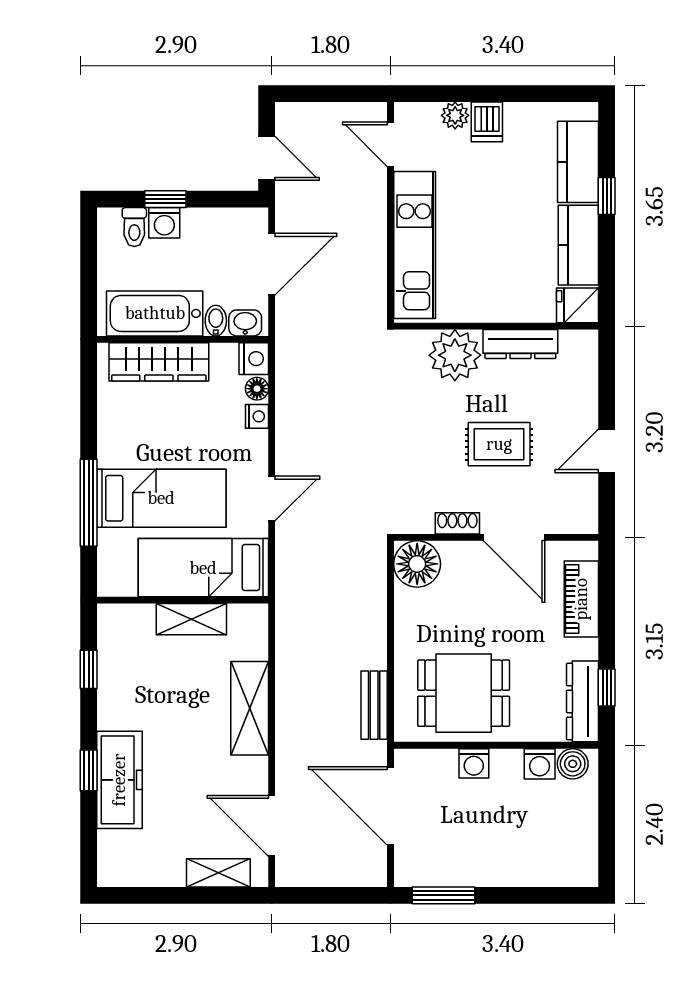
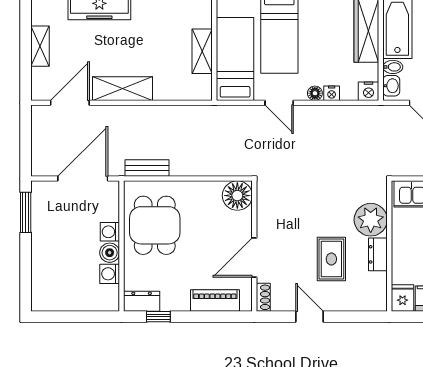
dresser: (520, 344) -> (378, 254), width x0.70
floor lamp: (257, 389) -> (315, 93), moved
rug: (499, 444) -> (331, 259), moved
shoe rack: (457, 523) -> (263, 297), moved
dresser: (583, 701) -> (142, 301), width x0.70
shelving: (250, 708) -> (122, 89), moved
boiler: (573, 764) -> (110, 253), moved
shelving: (218, 873) -> (40, 46), moved

